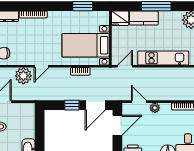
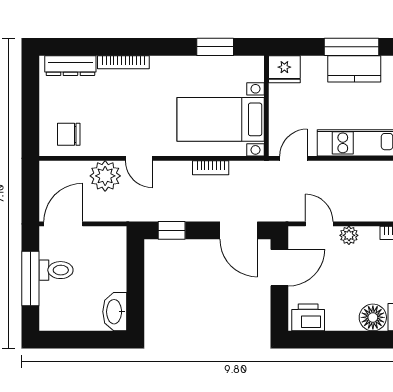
kitchen counter: (144, 18) -> (354, 69), moved
door: (42, 66) -> (139, 158), hinge flipped
window: (72, 105) -> (172, 230), moved
door: (95, 105) -> (239, 230), hinge flipped

